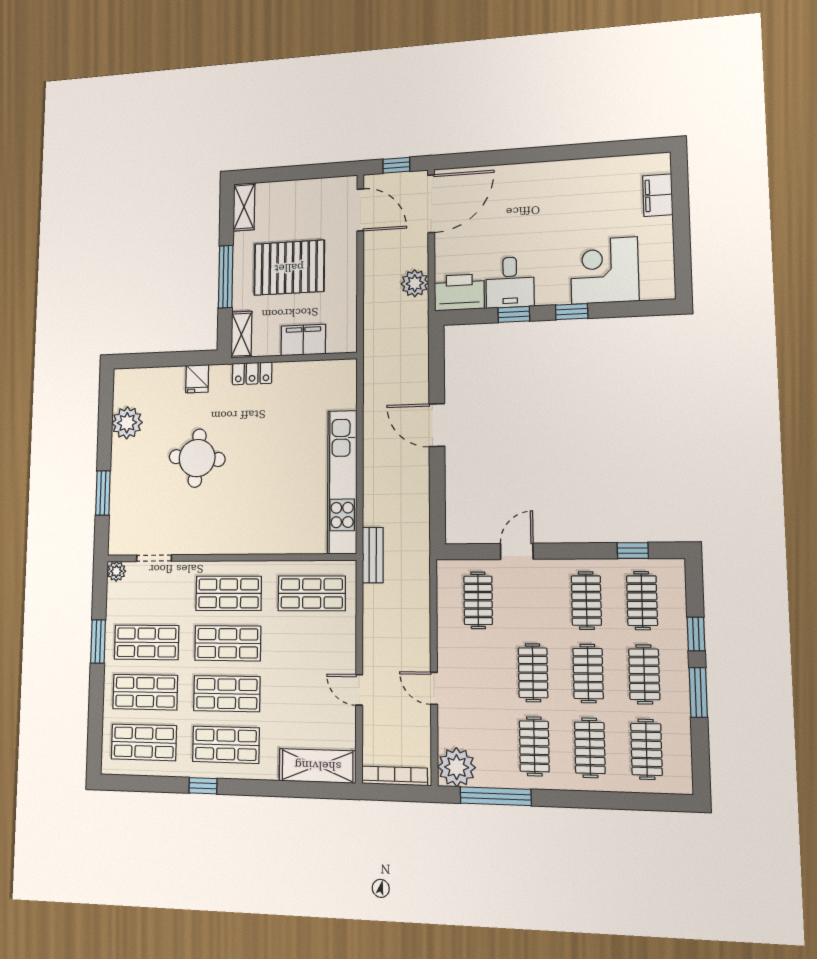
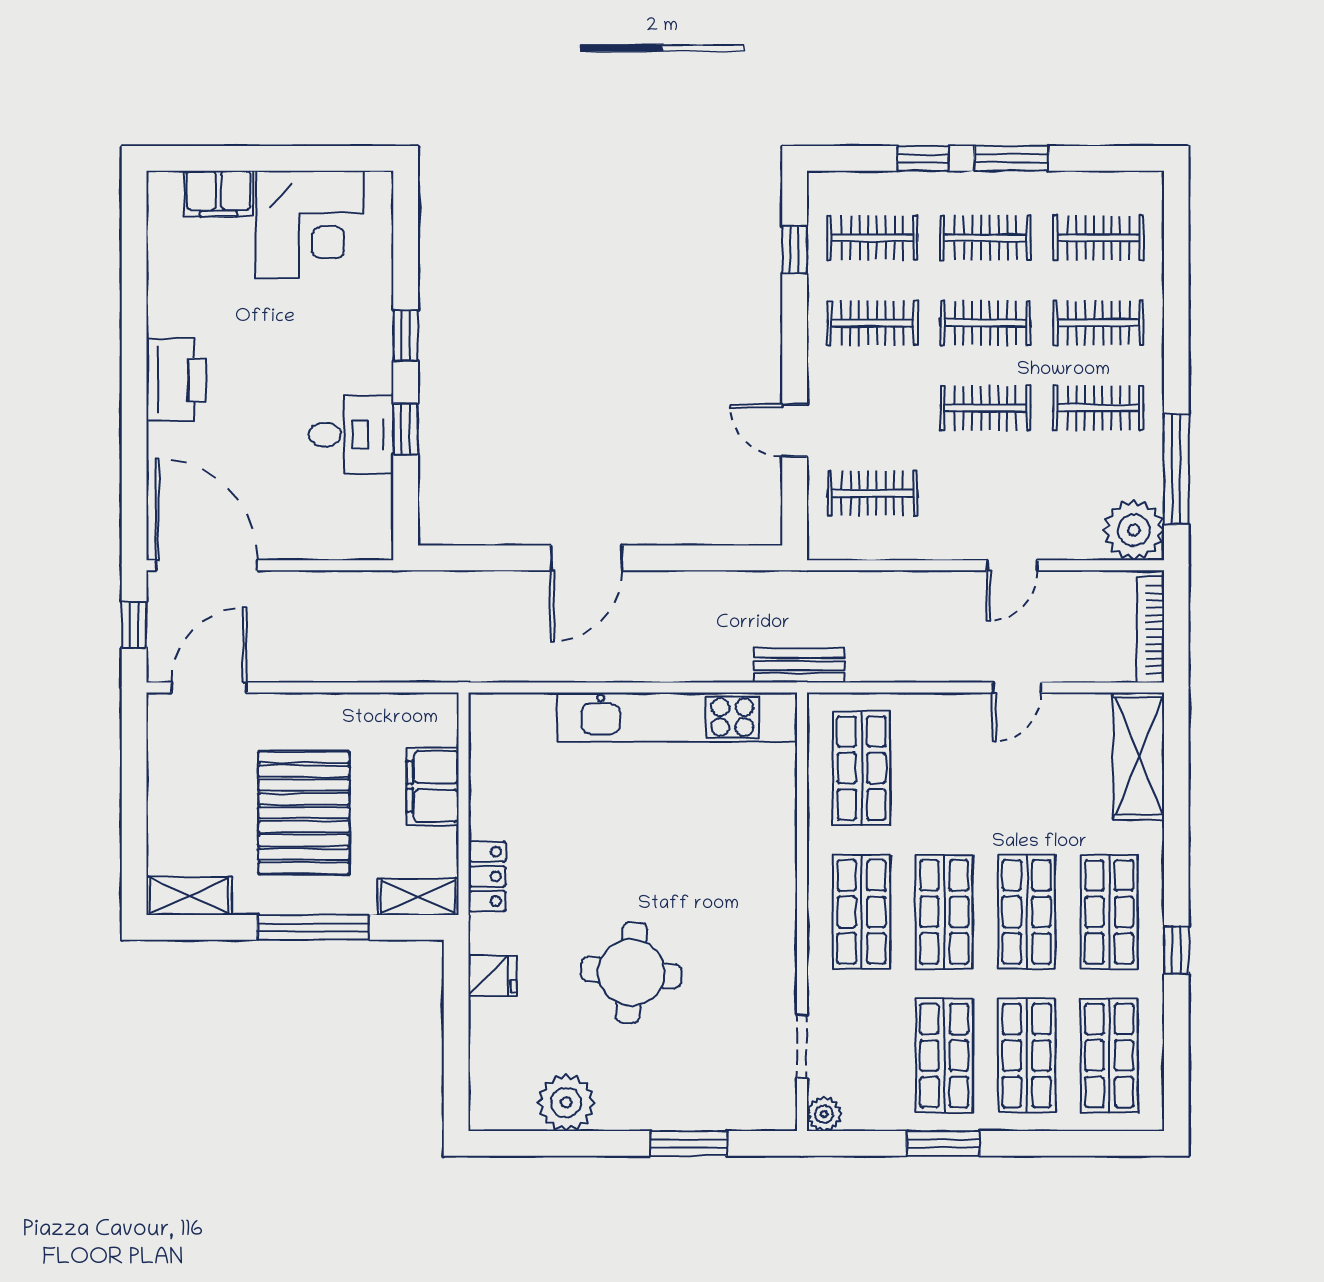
corner desk: (605, 271) -> (310, 224), moved, turned -90
plant: (415, 283) -> (344, 594), removed
printer: (459, 292) -> (176, 380), moved, turned 180

